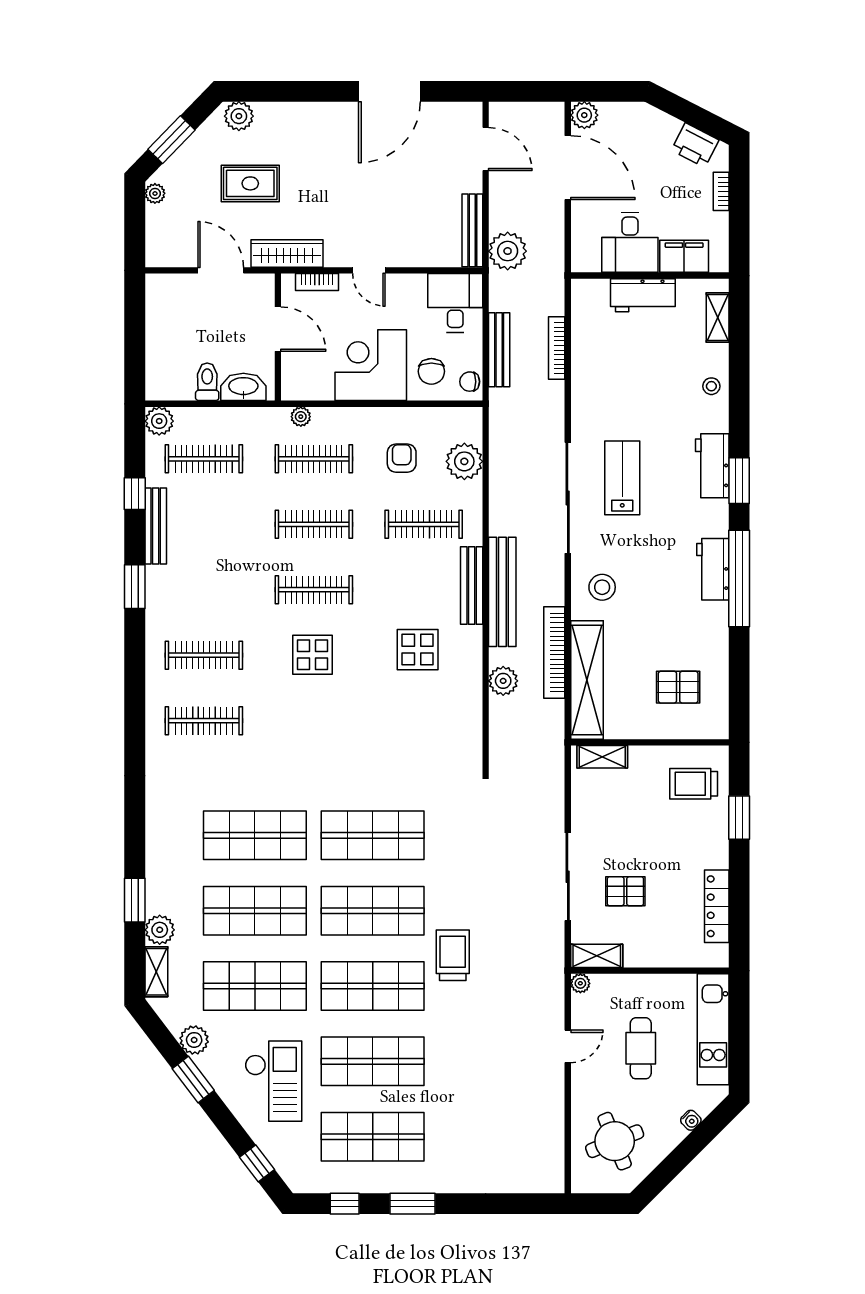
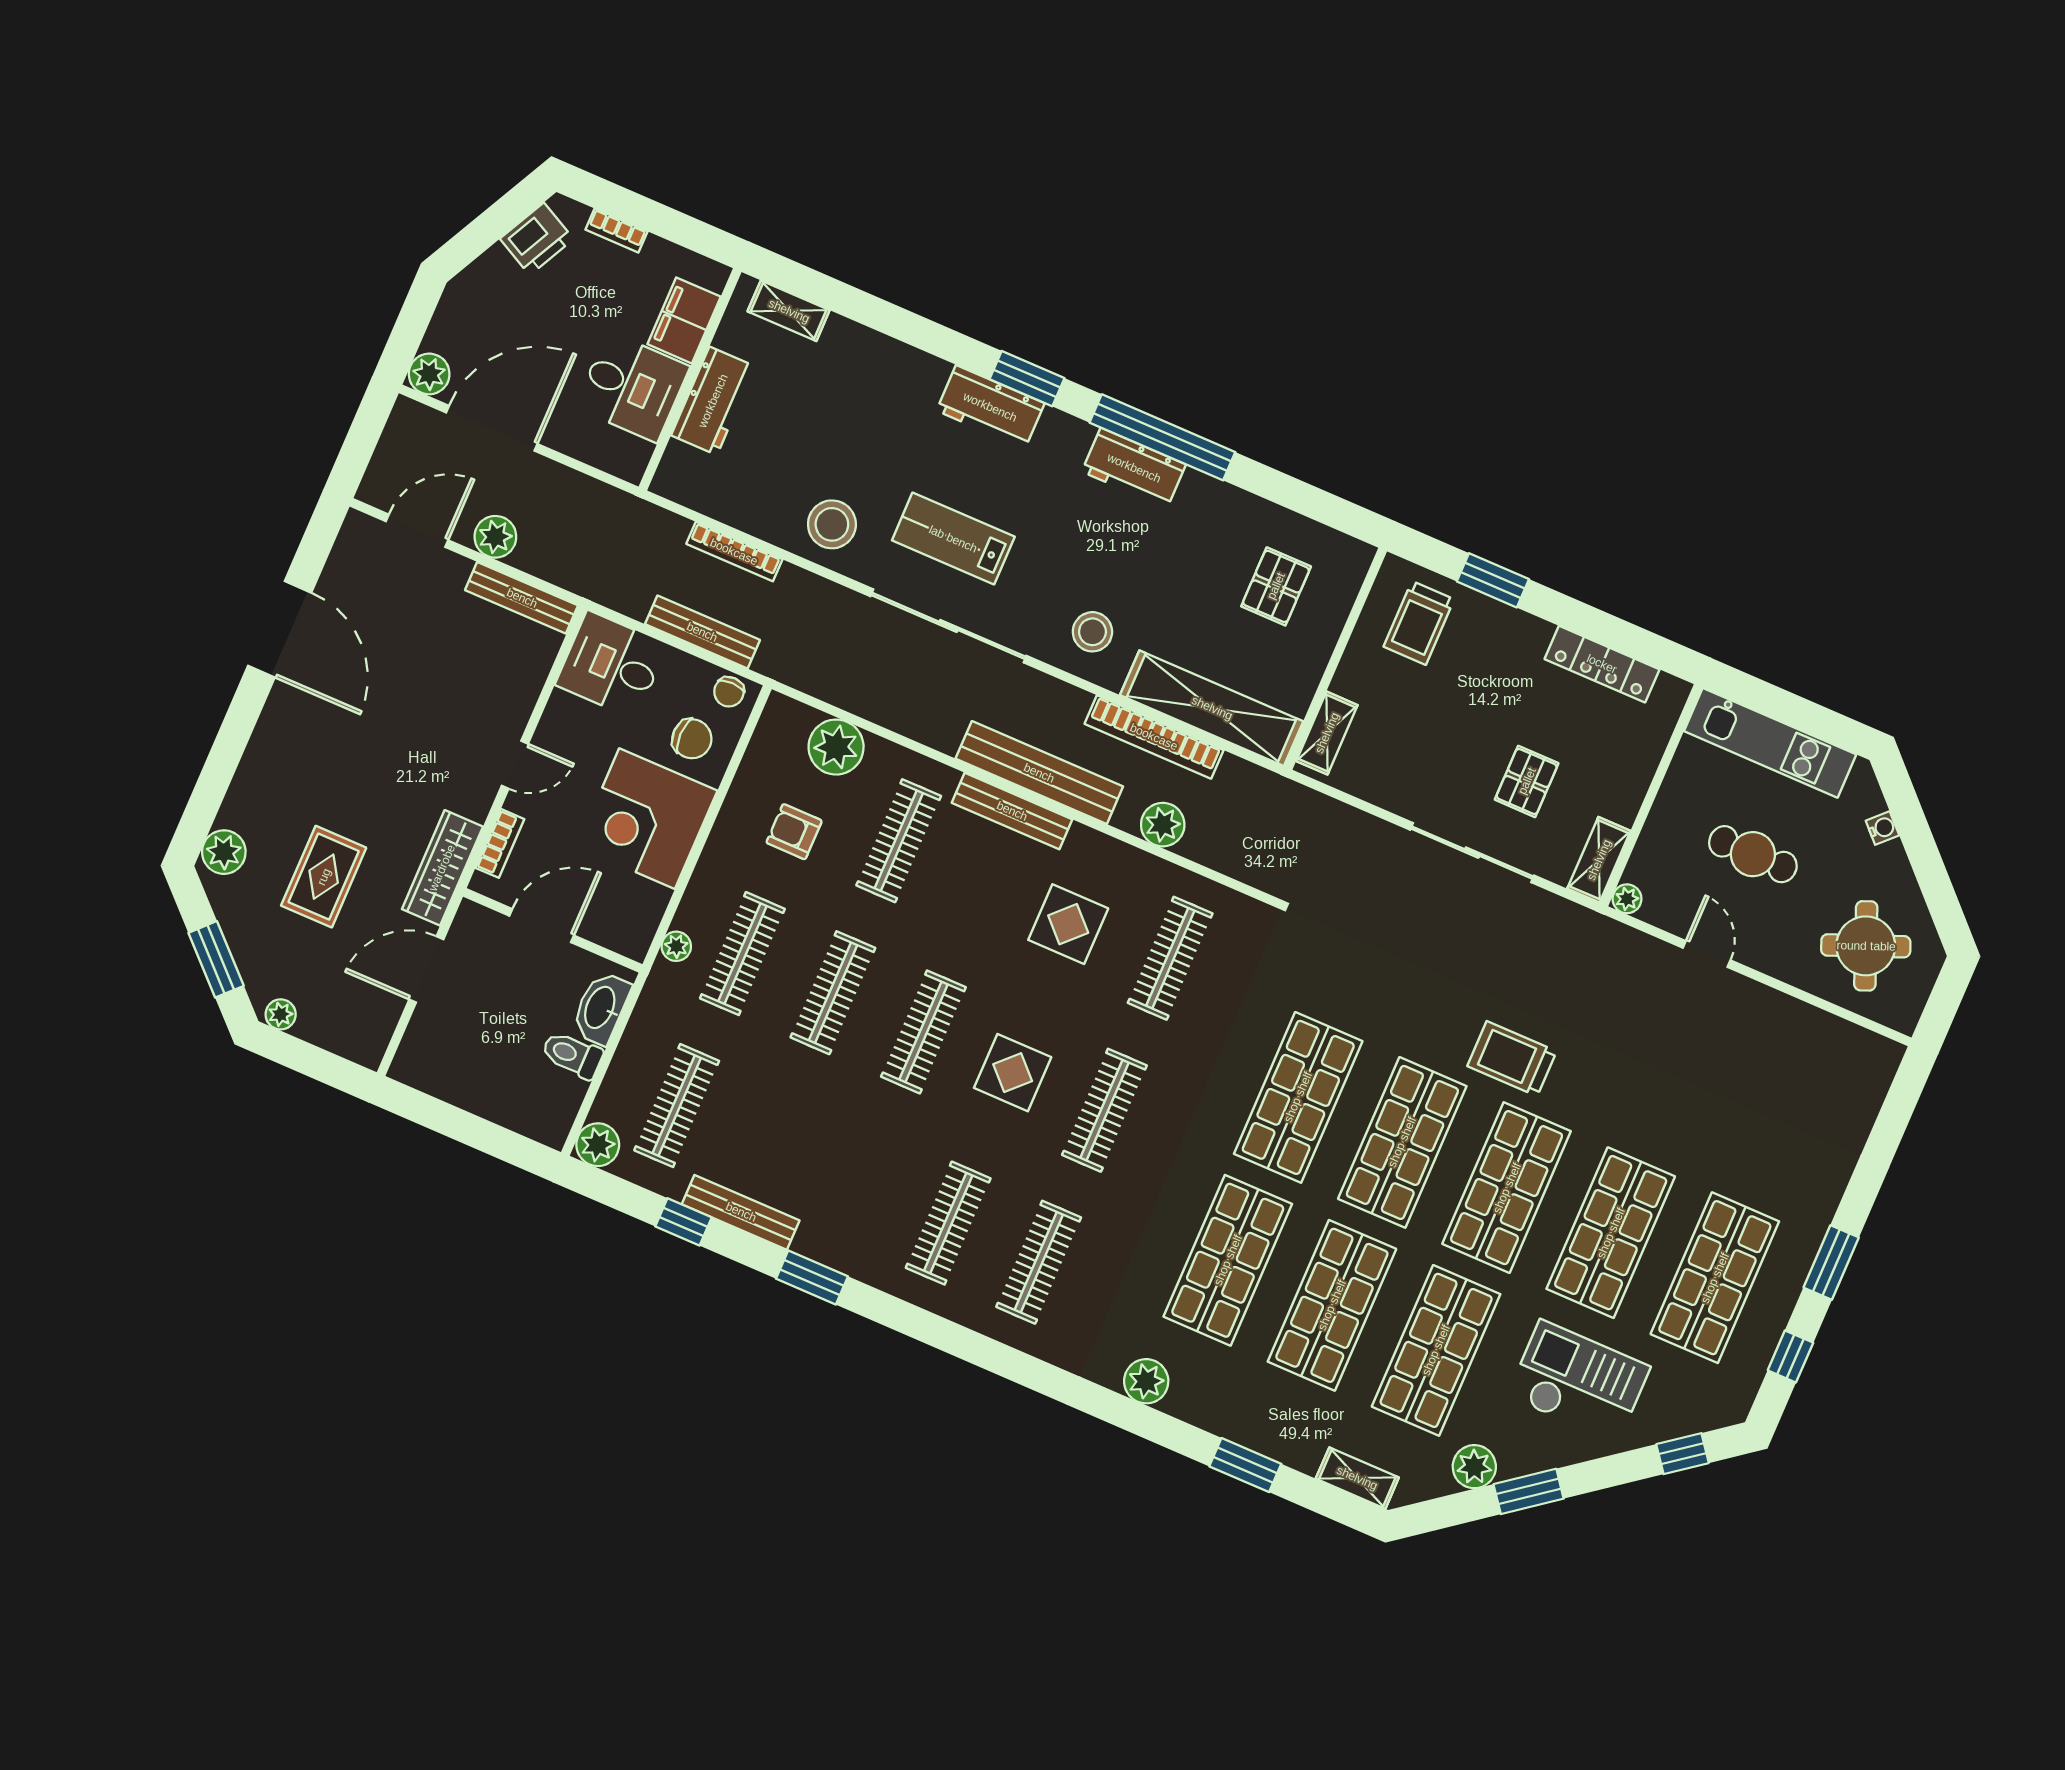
plant: (508, 251) -> (495, 537), moved, width x0.73, depth x0.73
stool: (711, 386) -> (832, 524), moved, width x1.89, depth x1.89
clothes rail: (314, 721) -> (1104, 1110), added
clothes rail: (424, 721) -> (1170, 958), added
plant: (160, 930) -> (1146, 1381), moved

